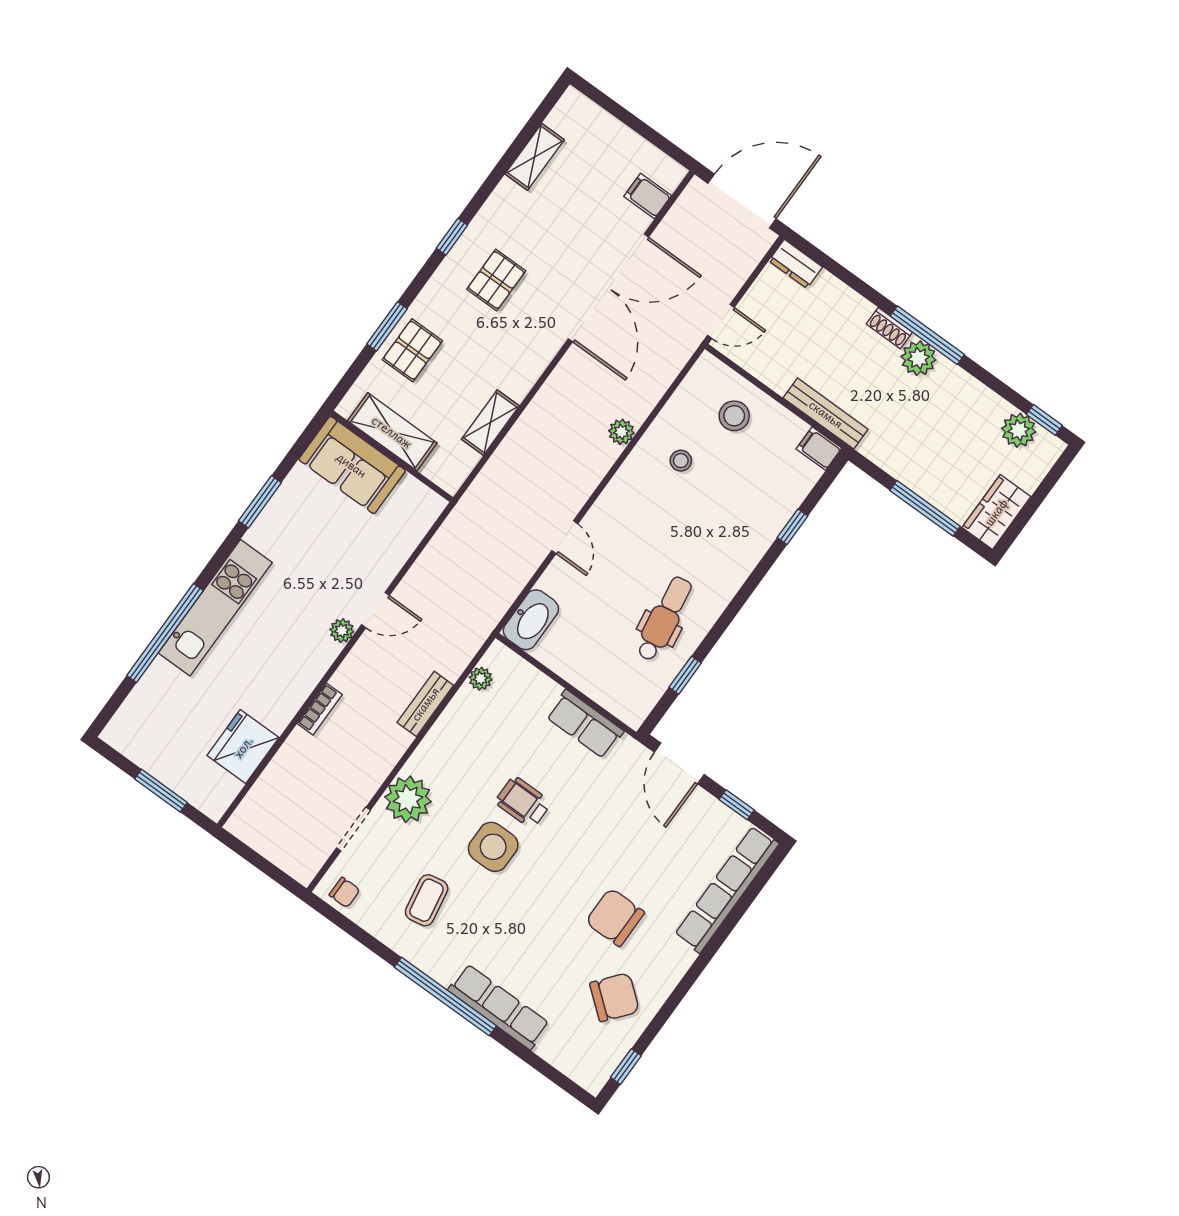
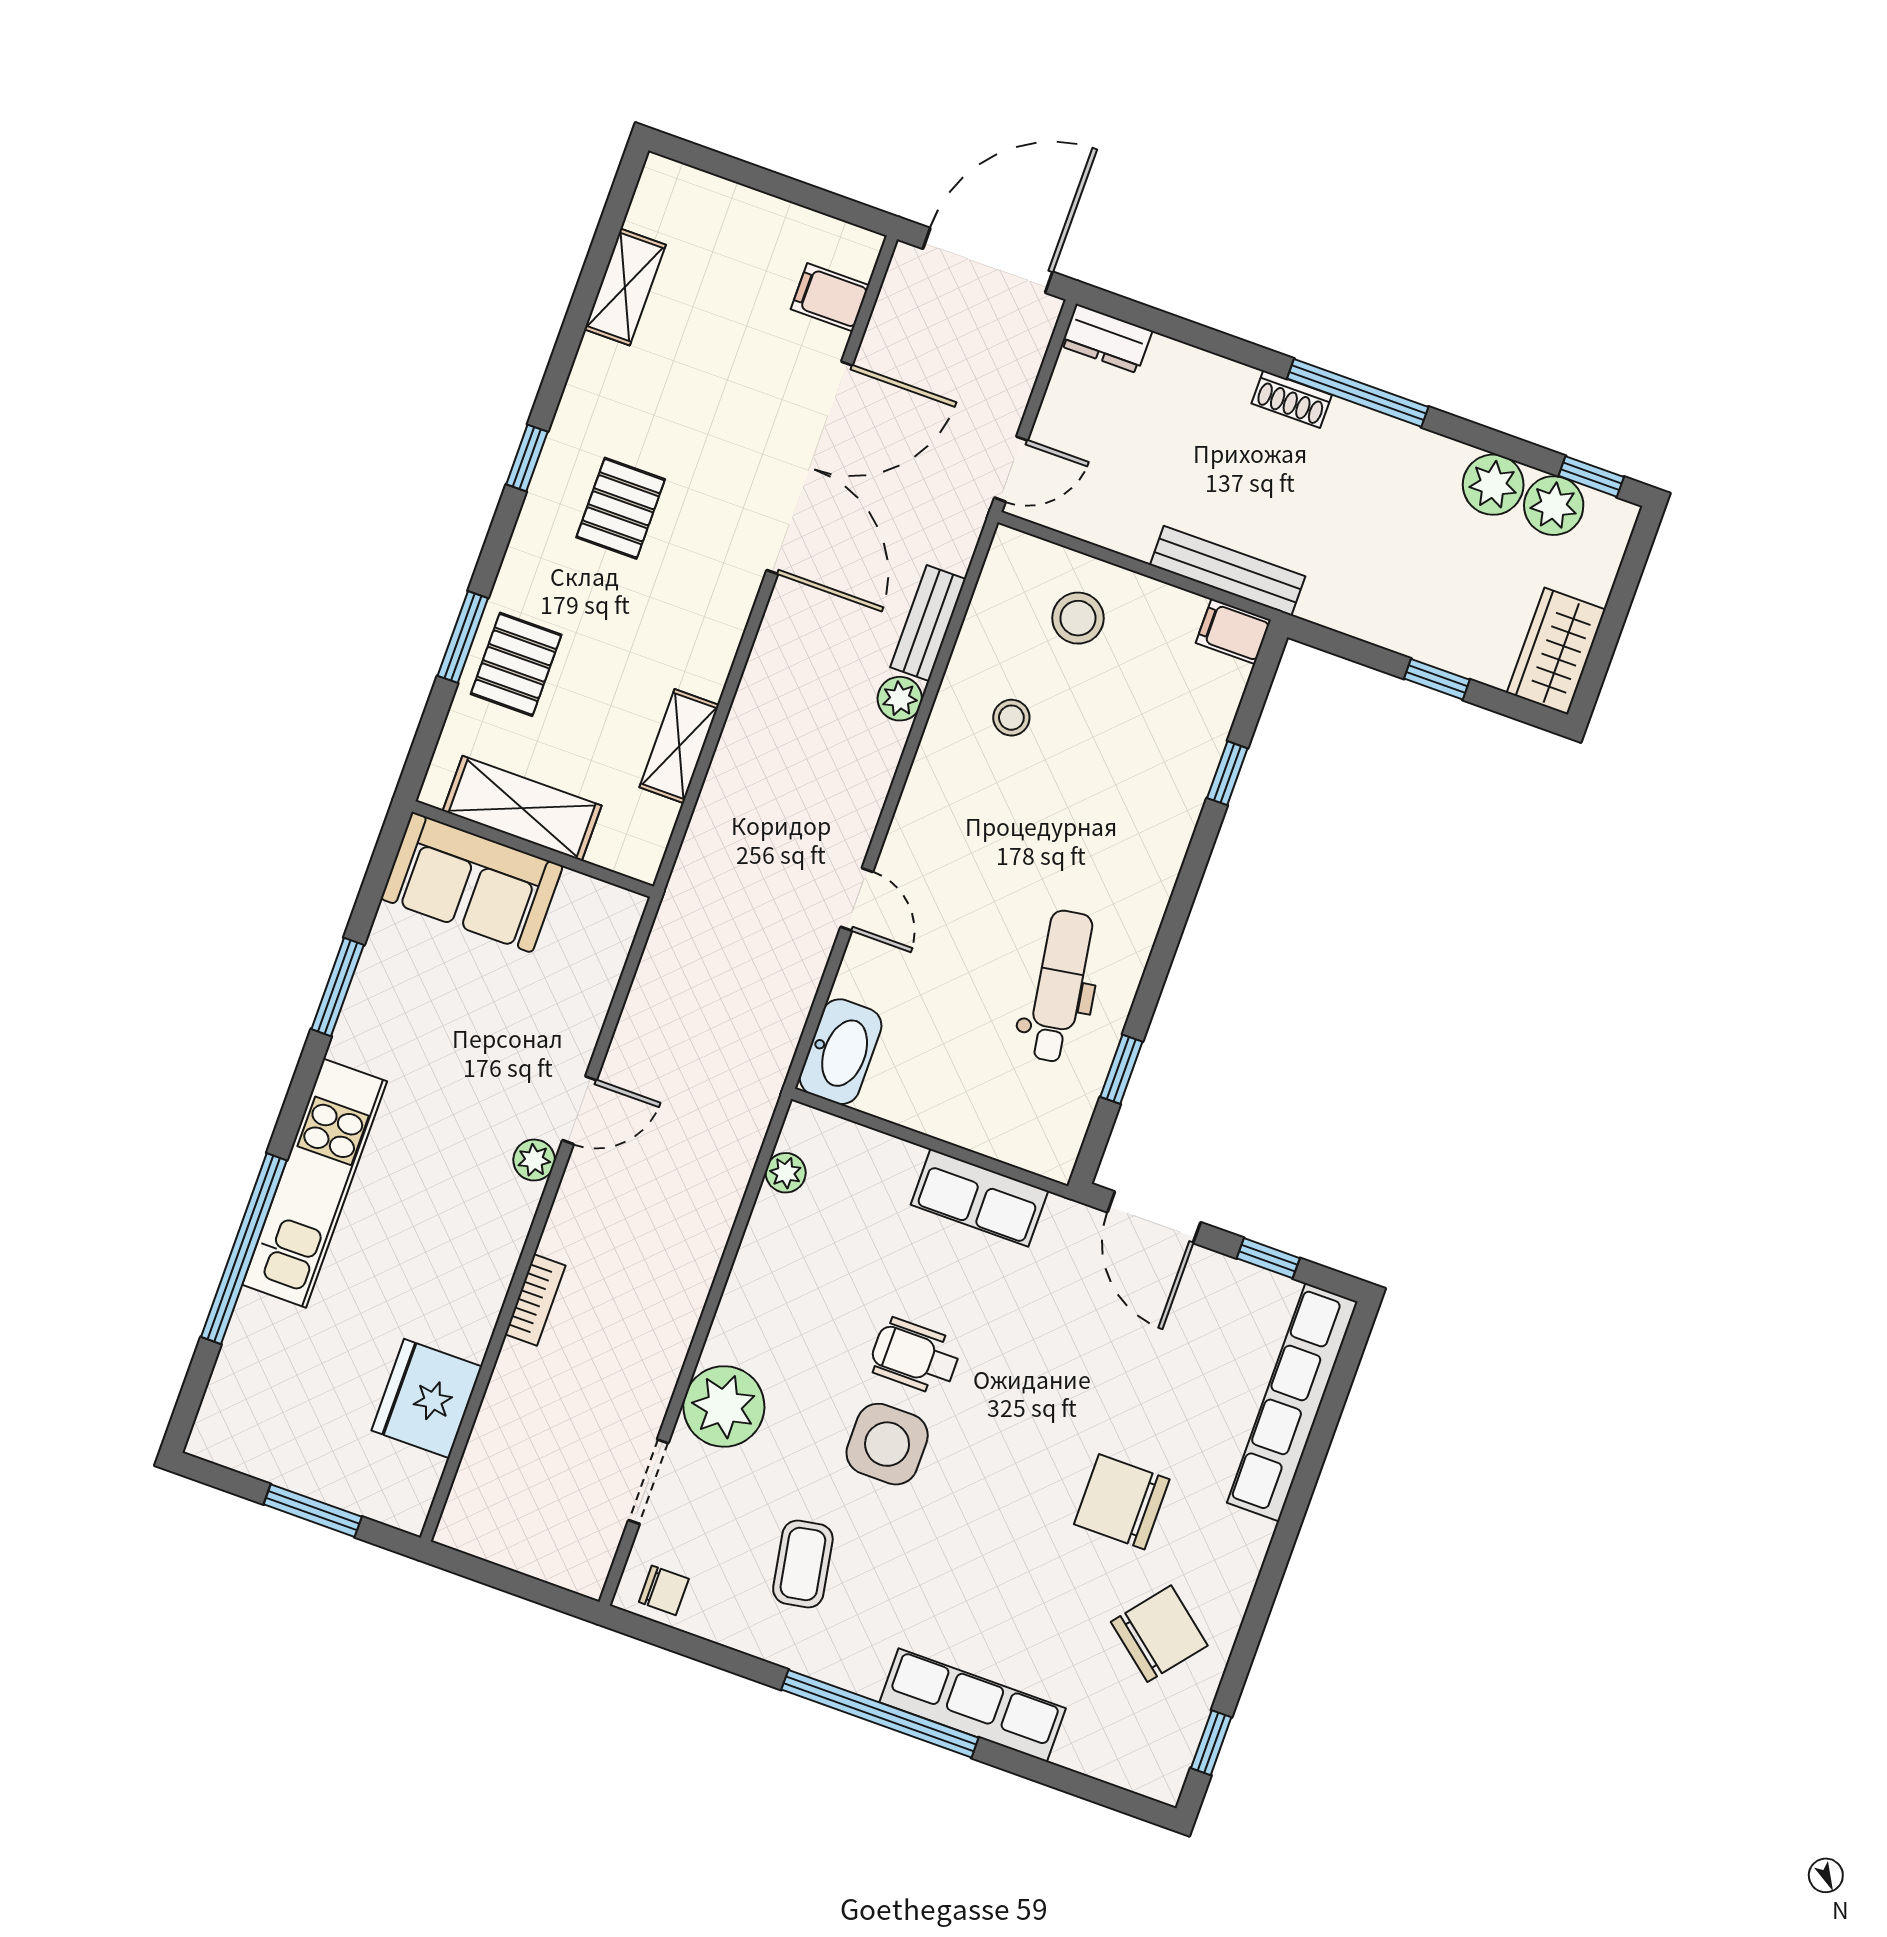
plant: (918, 358) -> (1493, 485), moved
window: (925, 508) -> (1437, 679), width x0.46
bench: (425, 704) -> (928, 623), moved

